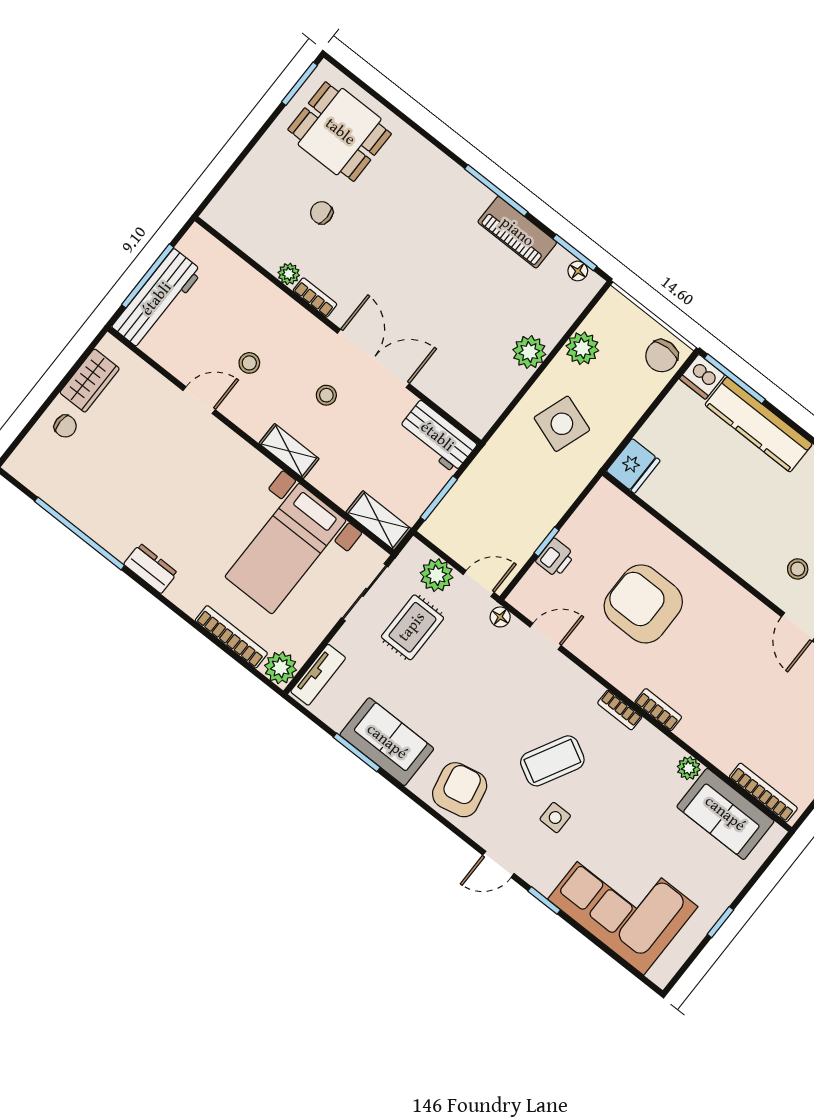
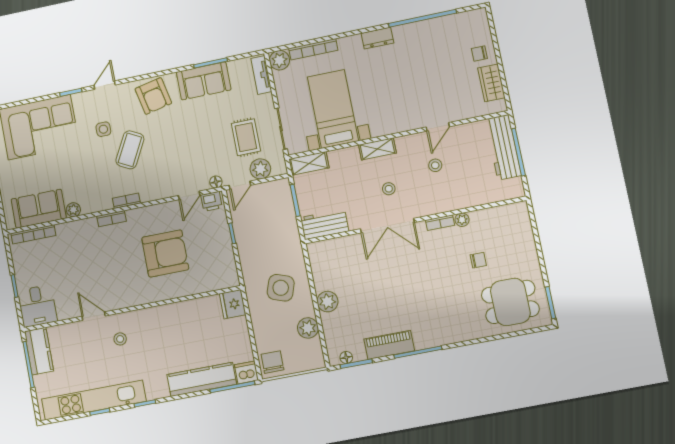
printer: (555, 558) -> (212, 201), moved, turned -90

